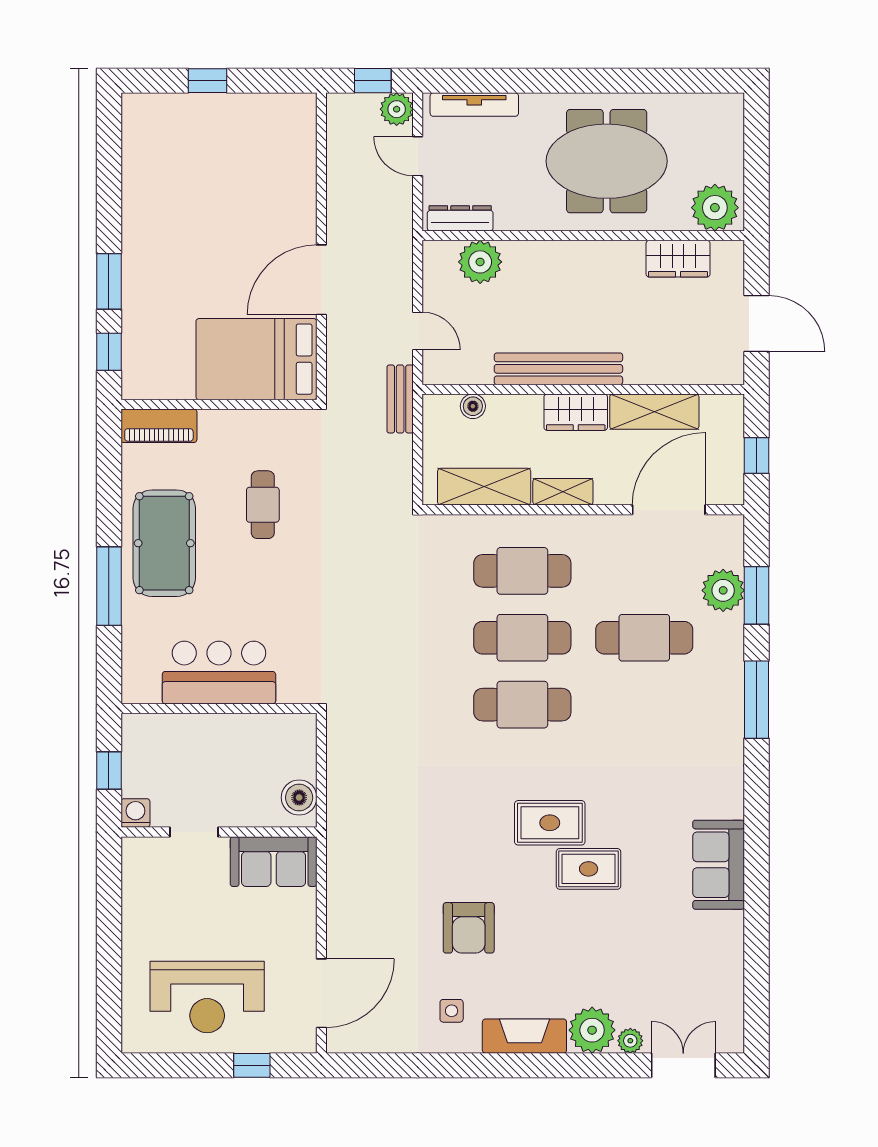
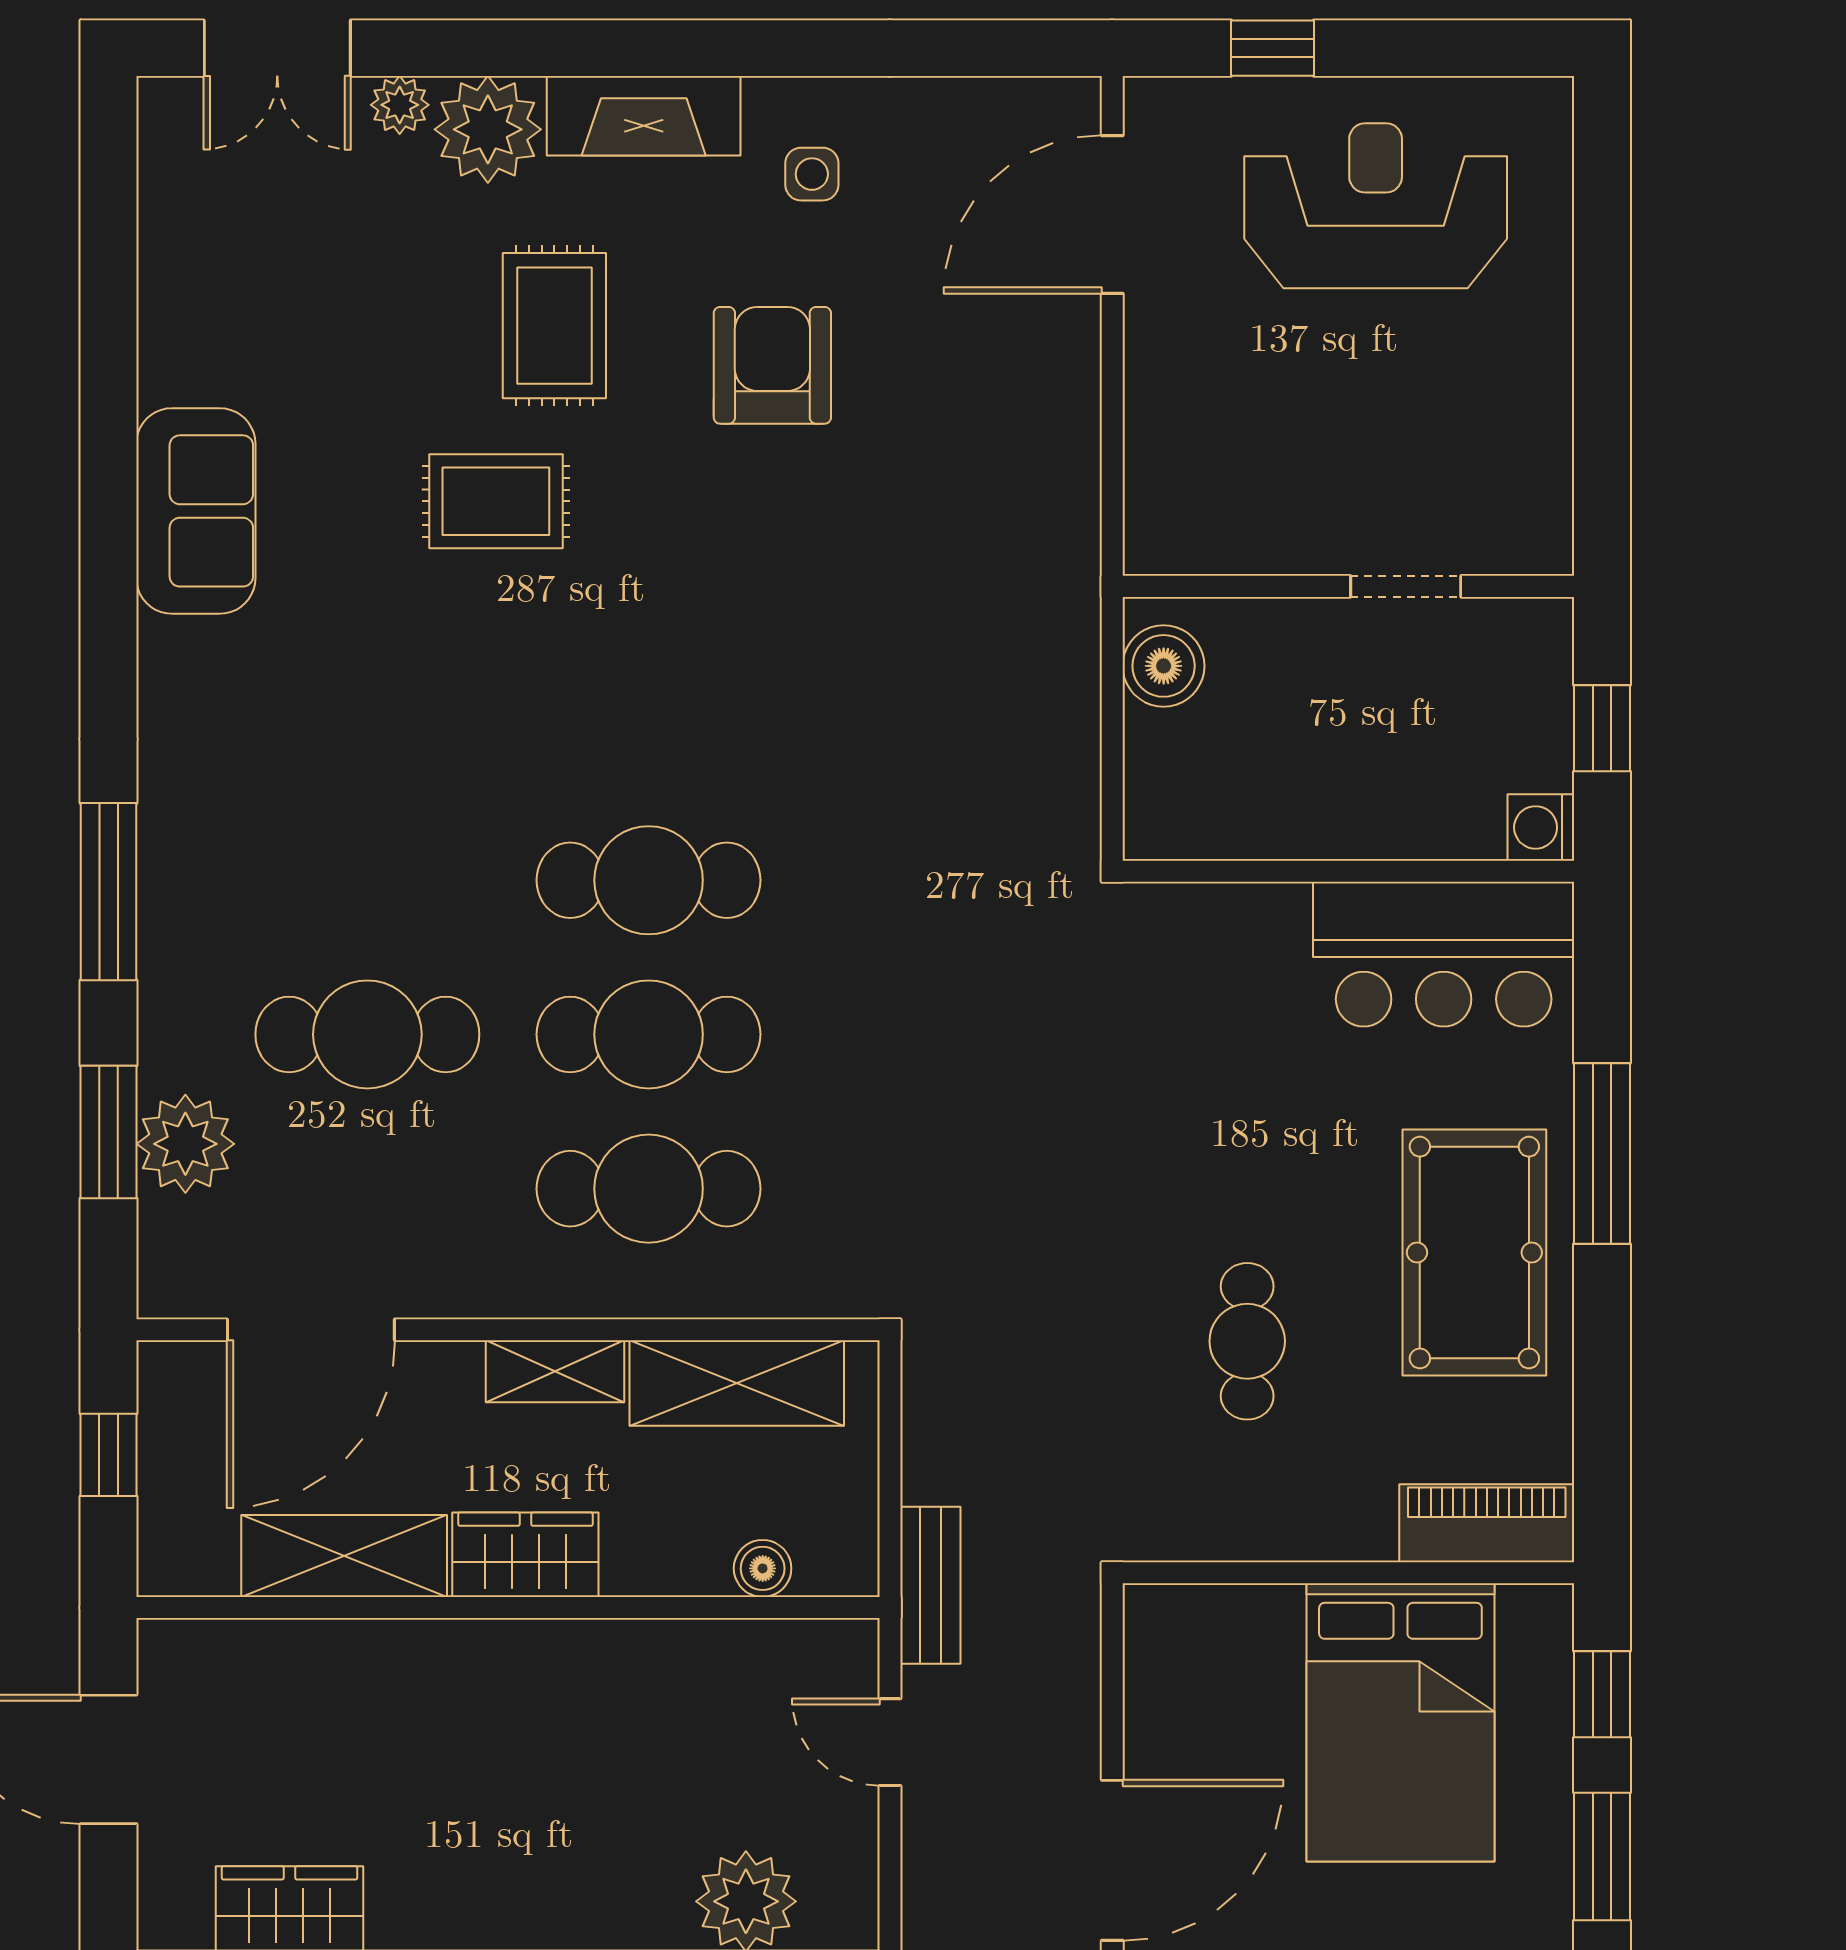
bed: (256, 359) -> (1400, 1722), moved, turned 90
bench: (558, 369) -> (565, 1655), removed
bar counter: (219, 673) -> (1444, 954), moved
washing machine: (135, 813) -> (1541, 827), moved, turned 90
rug: (550, 823) -> (554, 326), moved, turned 90
sofa: (274, 862) -> (1222, 518), removed

